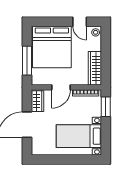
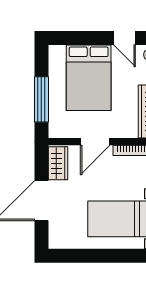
bed: (52, 47) -> (89, 78), width x0.73

